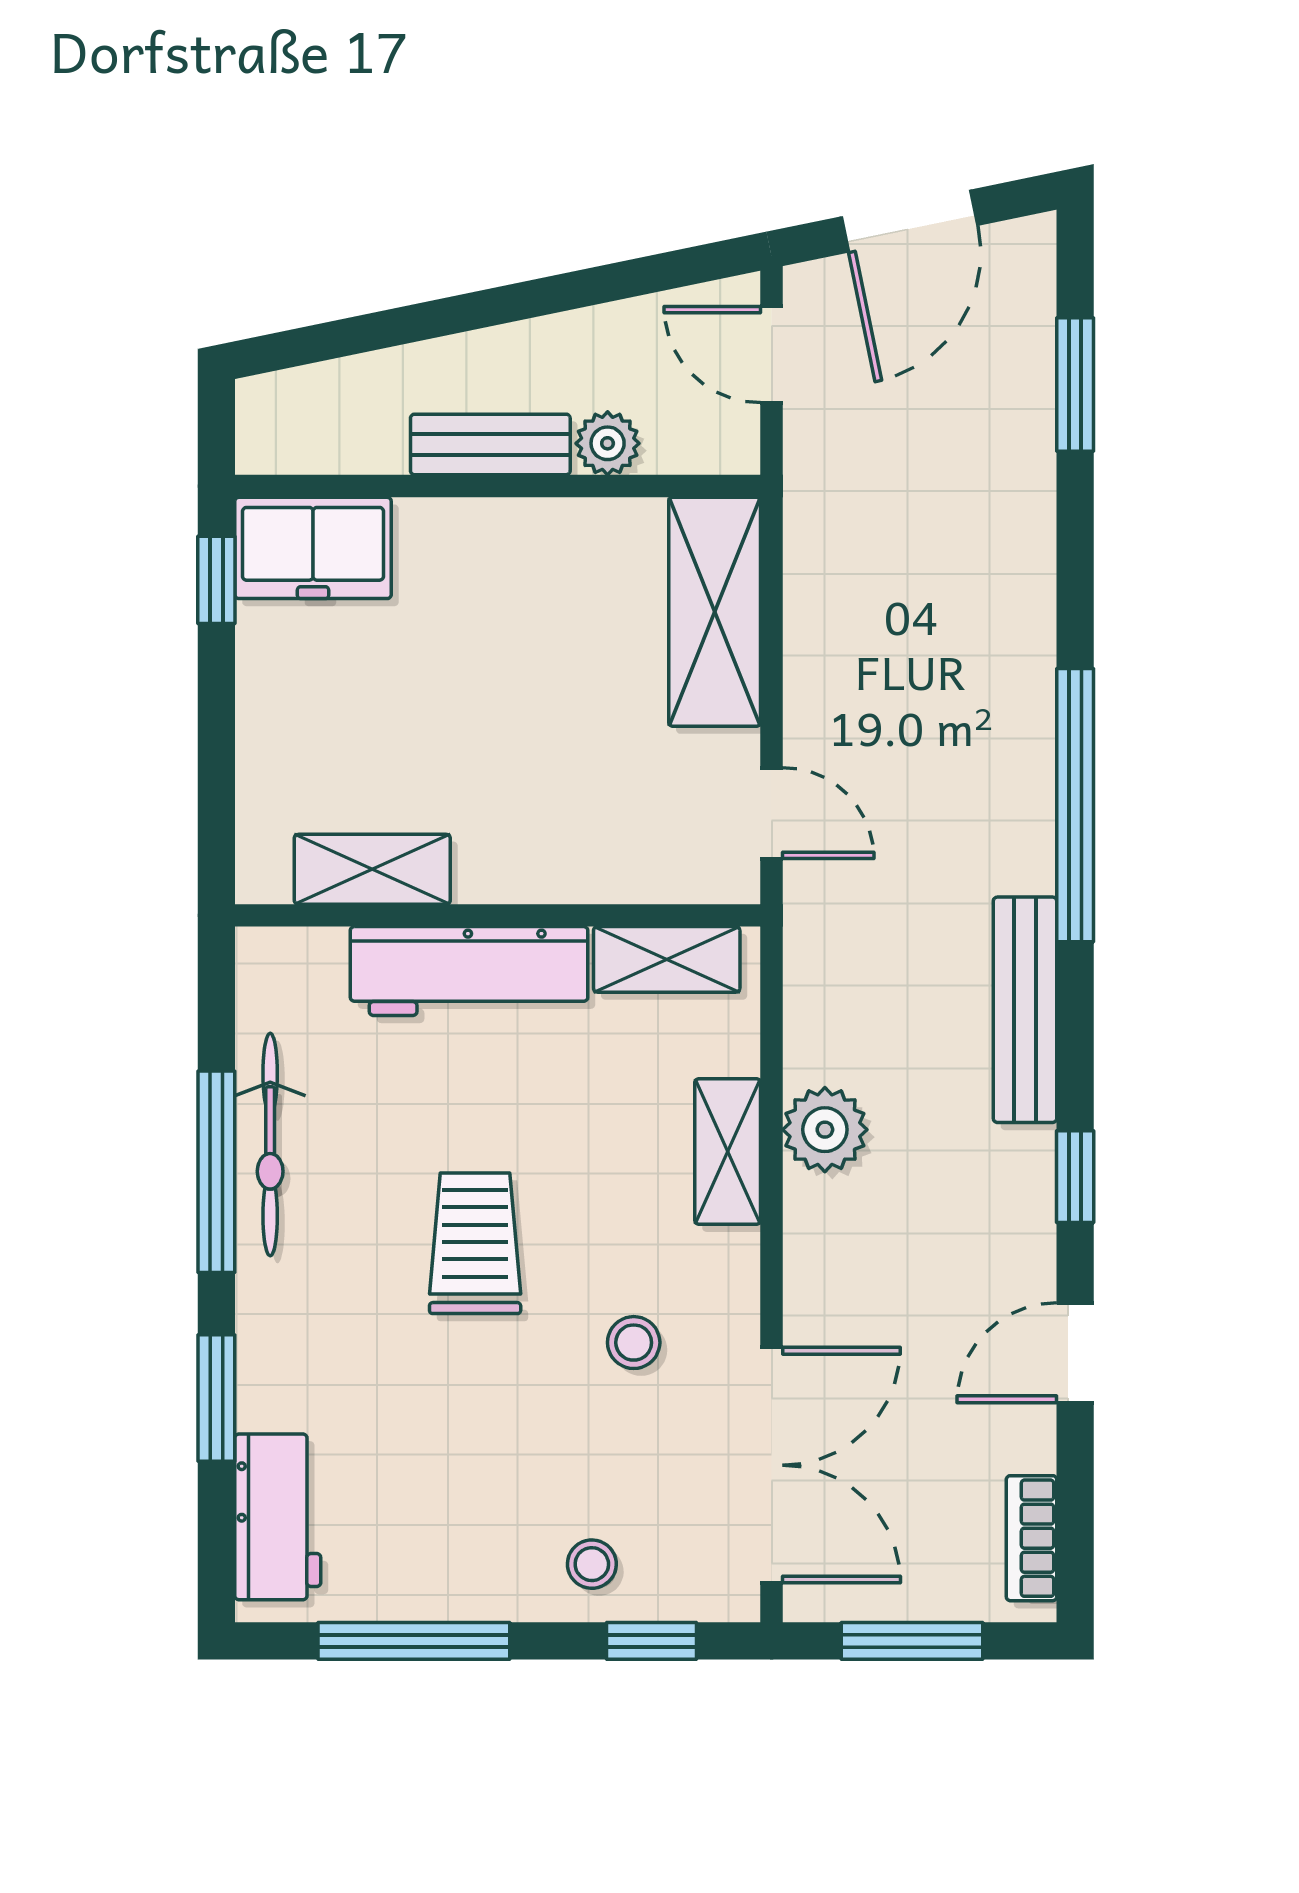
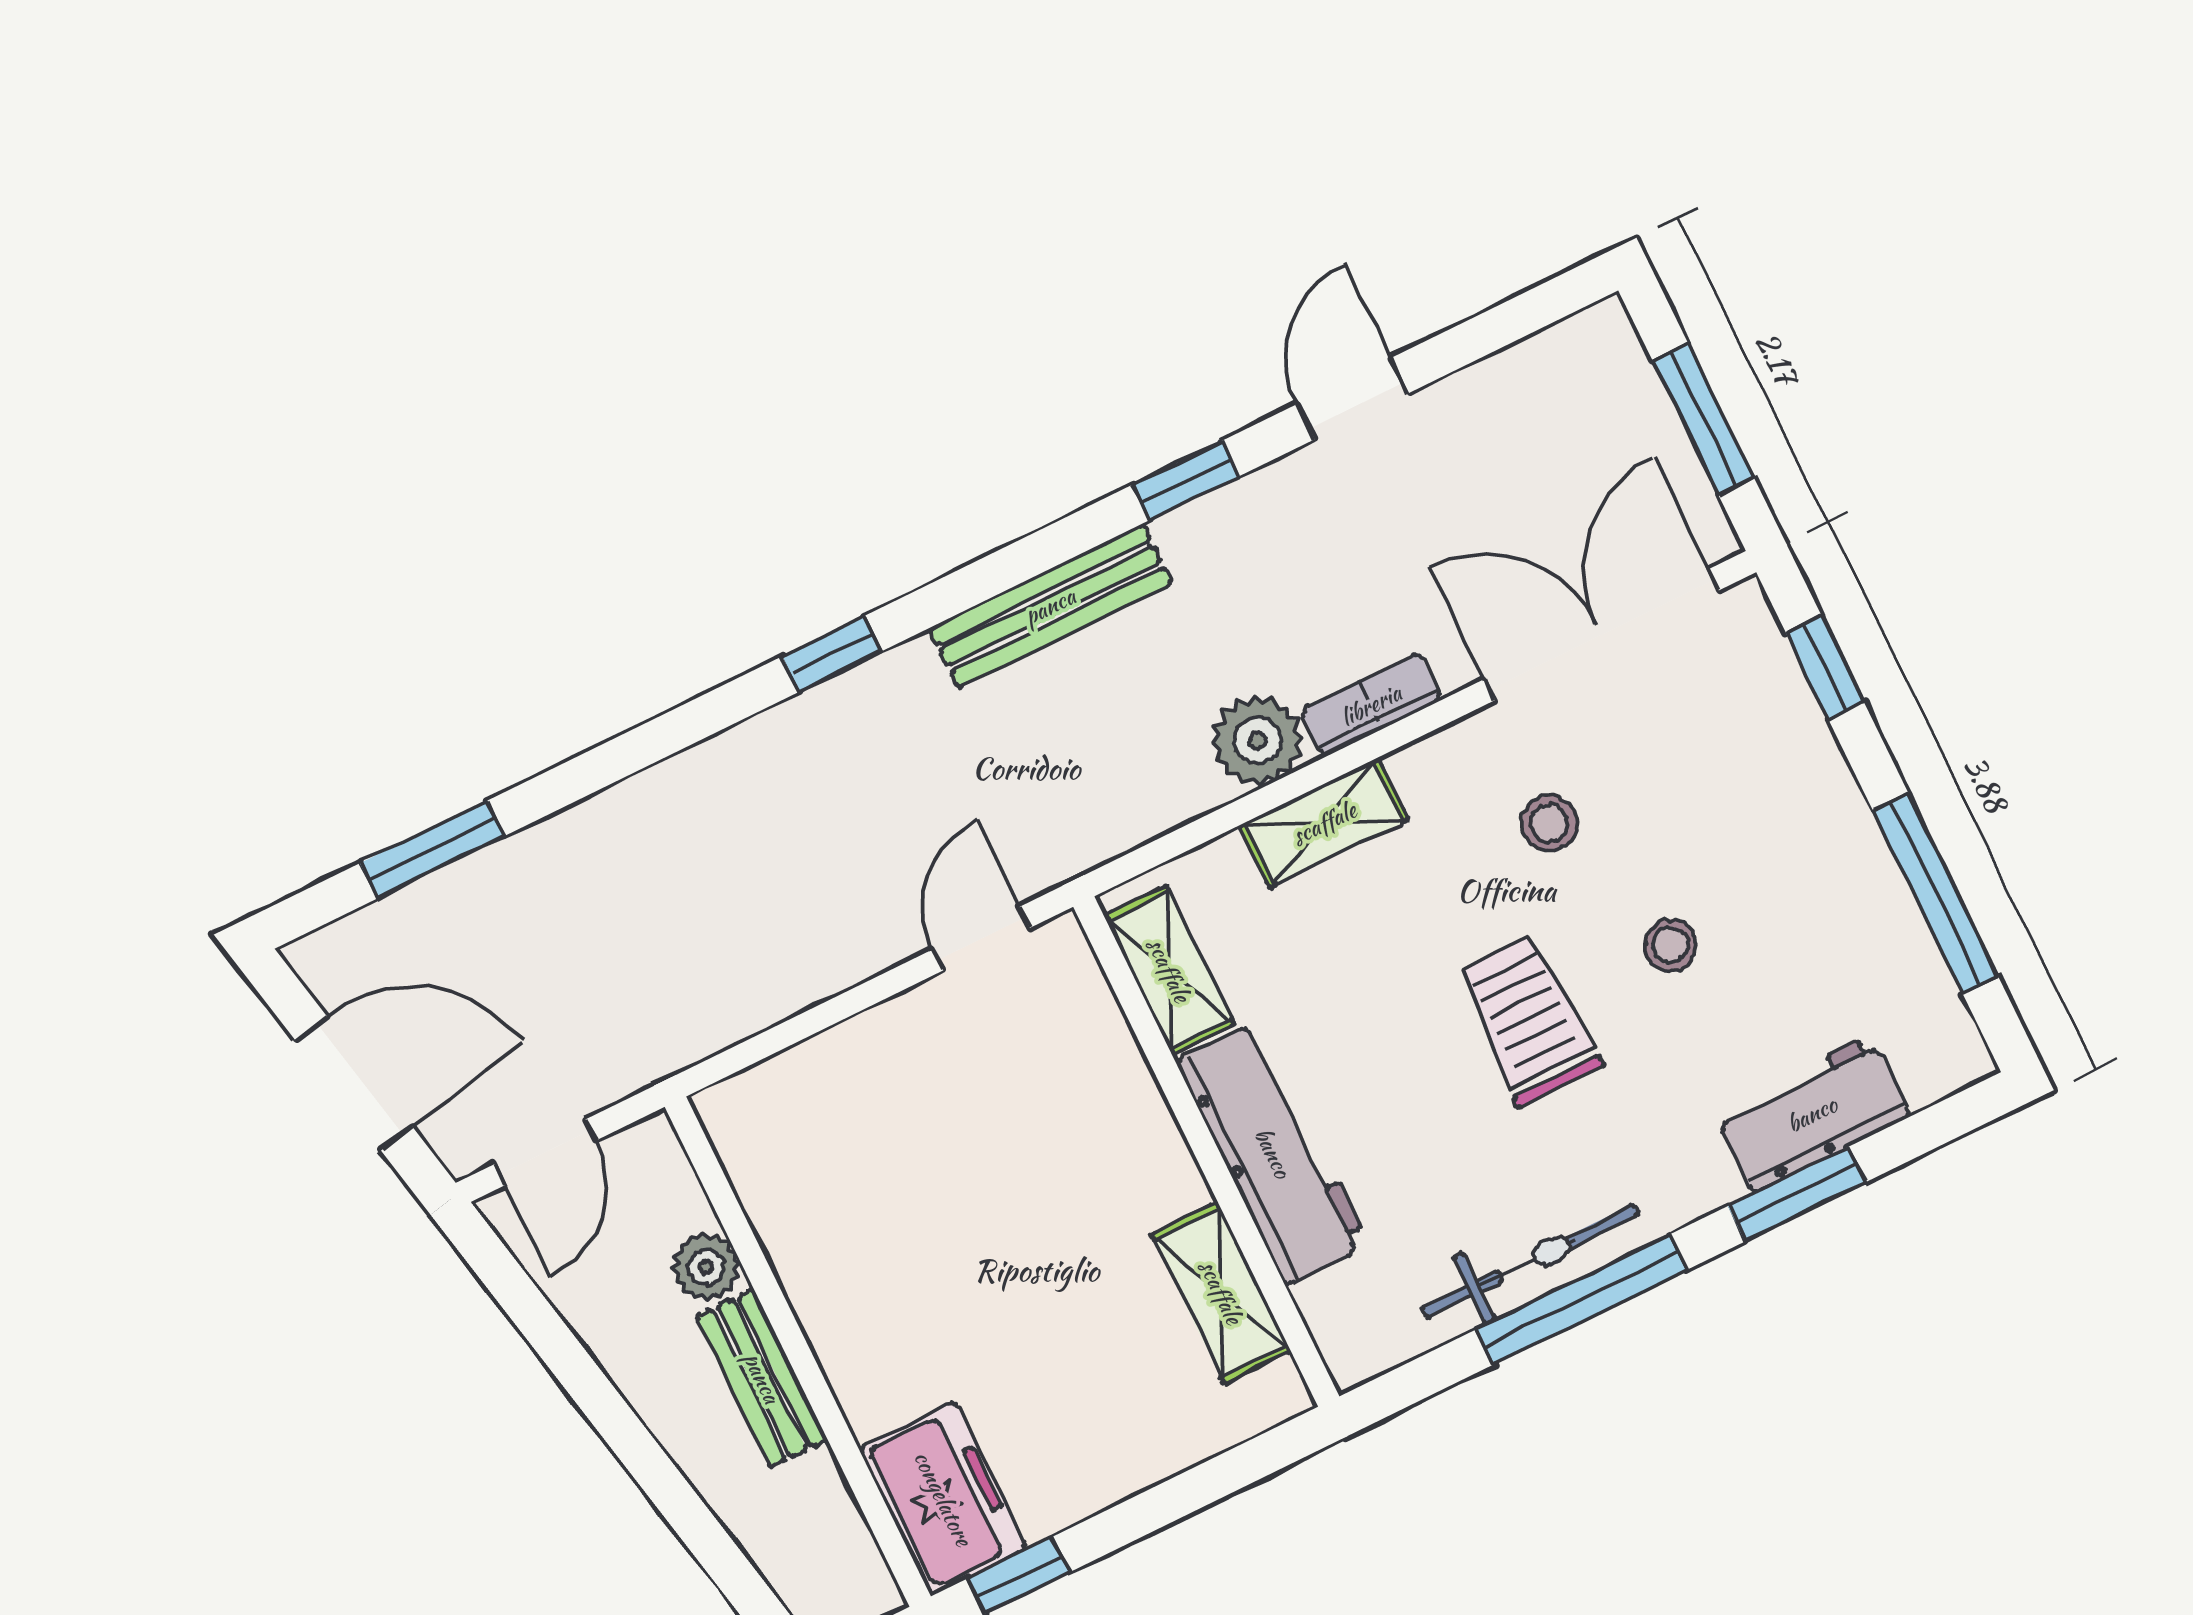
shelving: (715, 612) -> (816, 1087), removed
window: (1075, 805) -> (832, 654), width x0.32
trolley: (475, 1243) -> (1529, 1020), turned 90
door: (1075, 1353) -> (1353, 398), swing flipped
workbench: (278, 1517) -> (1812, 1114), moved
bookcase: (1031, 1538) -> (1371, 705), moved, turned 180
stool: (592, 1564) -> (1670, 945), moved

